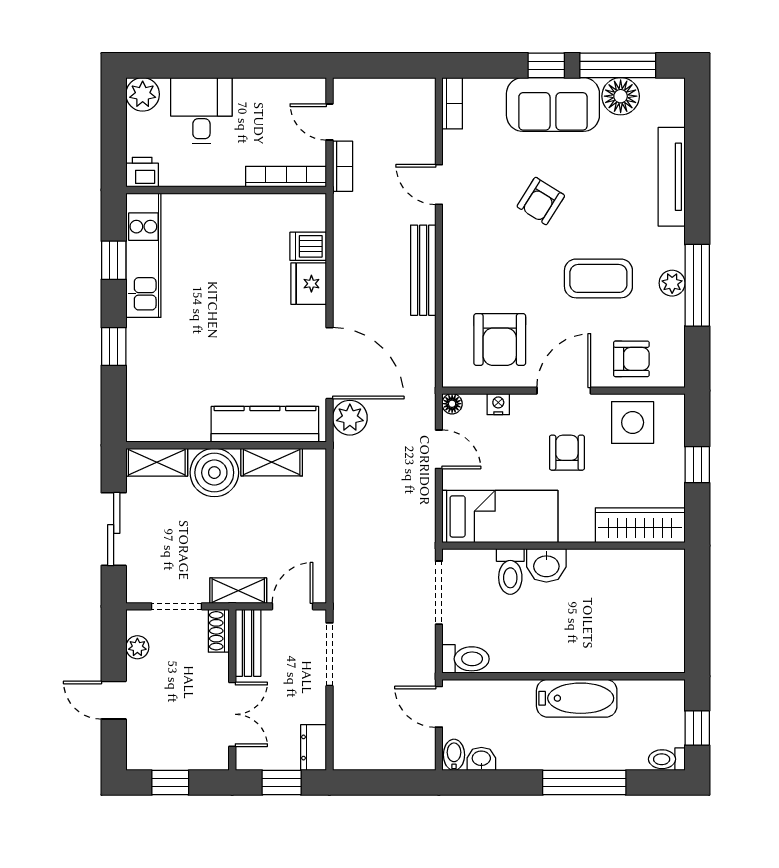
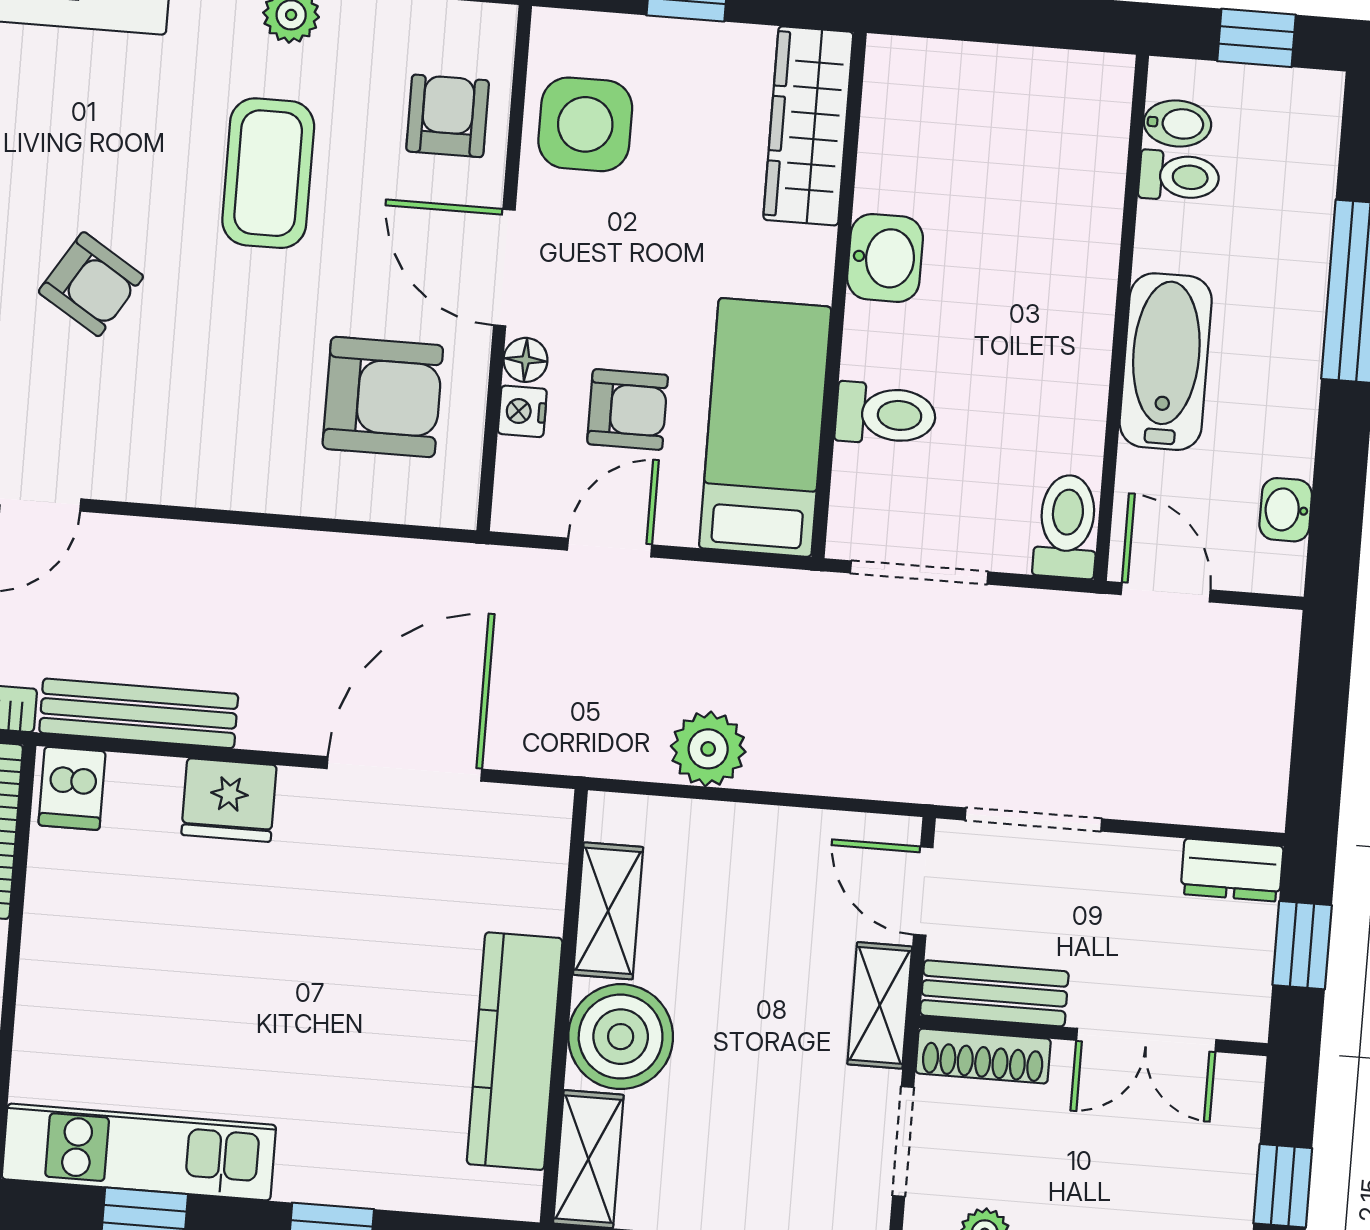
dishwasher: (308, 246) -> (72, 788), moved
bench: (423, 270) -> (139, 713), moved
floor lamp: (452, 404) -> (526, 360), moved
plant: (350, 418) -> (708, 749), moved
kitchen counter: (265, 424) -> (515, 1051), moved
armchair: (567, 453) -> (628, 409), moved, turned 180
washbasin: (546, 565) -> (885, 258), moved
shoe rack: (219, 631) -> (983, 1056), width x1.43
bathtub: (577, 698) -> (1166, 362), moved
door: (439, 707) -> (1166, 592), swing flipped
double door: (232, 714) -> (1146, 1040), swing flipped
bidet: (454, 755) -> (1177, 124), moved, turned 180
toilet: (667, 759) -> (1179, 176), moved, turned -90

